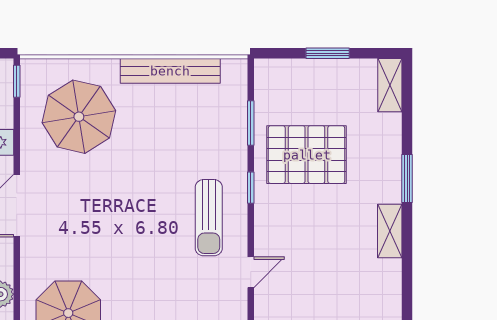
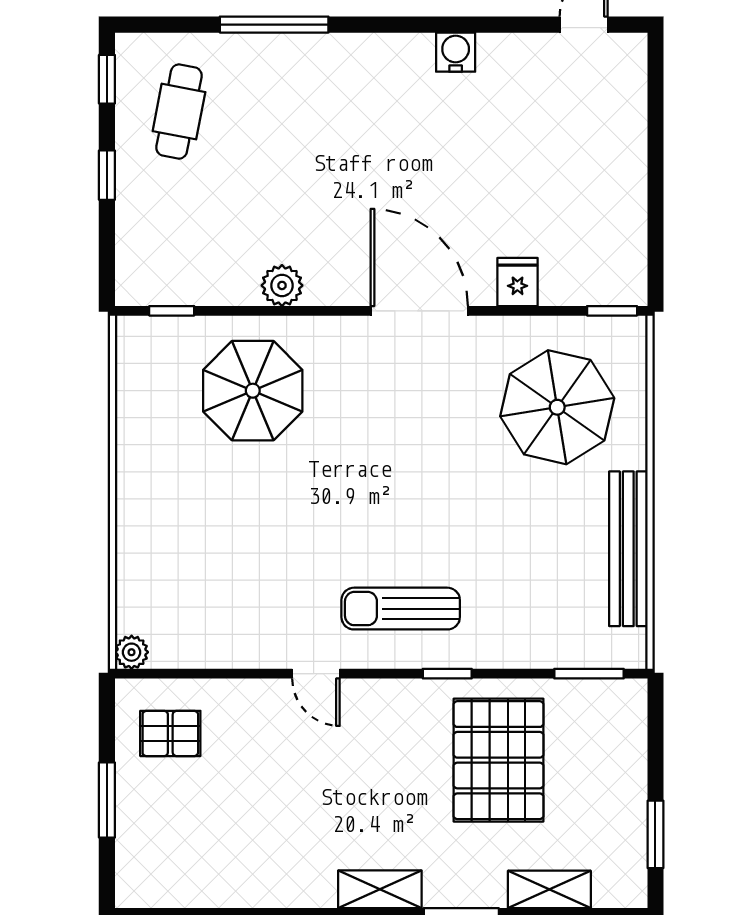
window: (328, 53) -> (655, 834), moved
shelving: (390, 85) -> (549, 889), moved
window: (251, 123) -> (589, 674), moved

